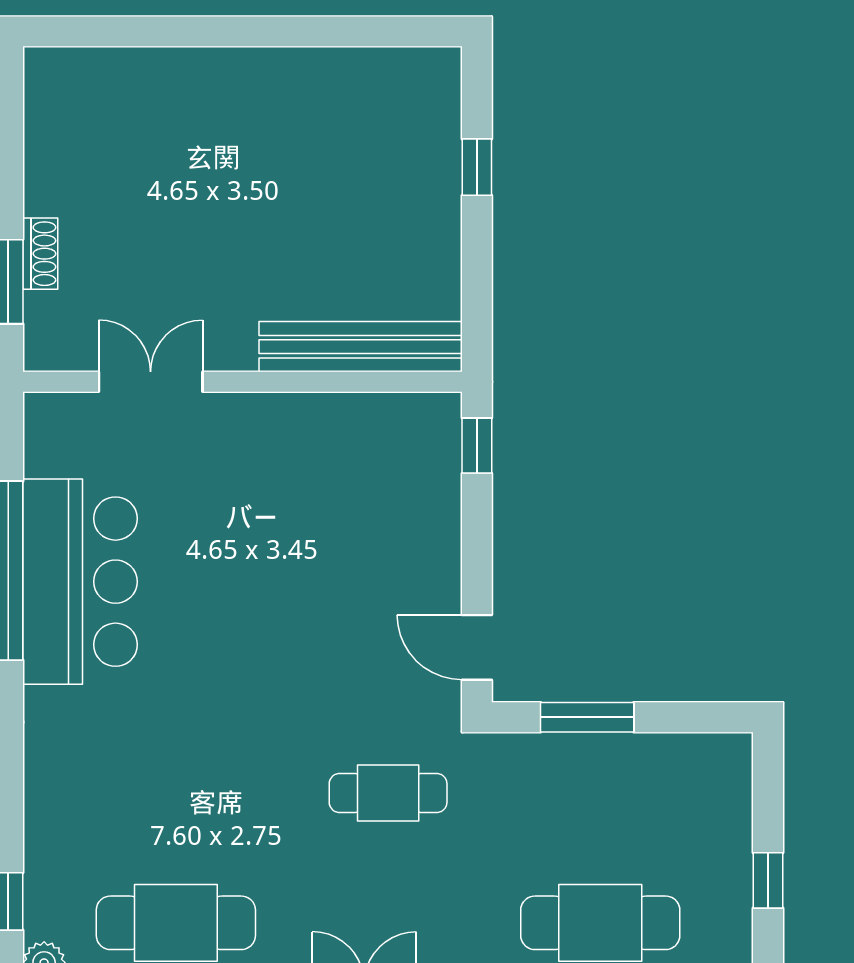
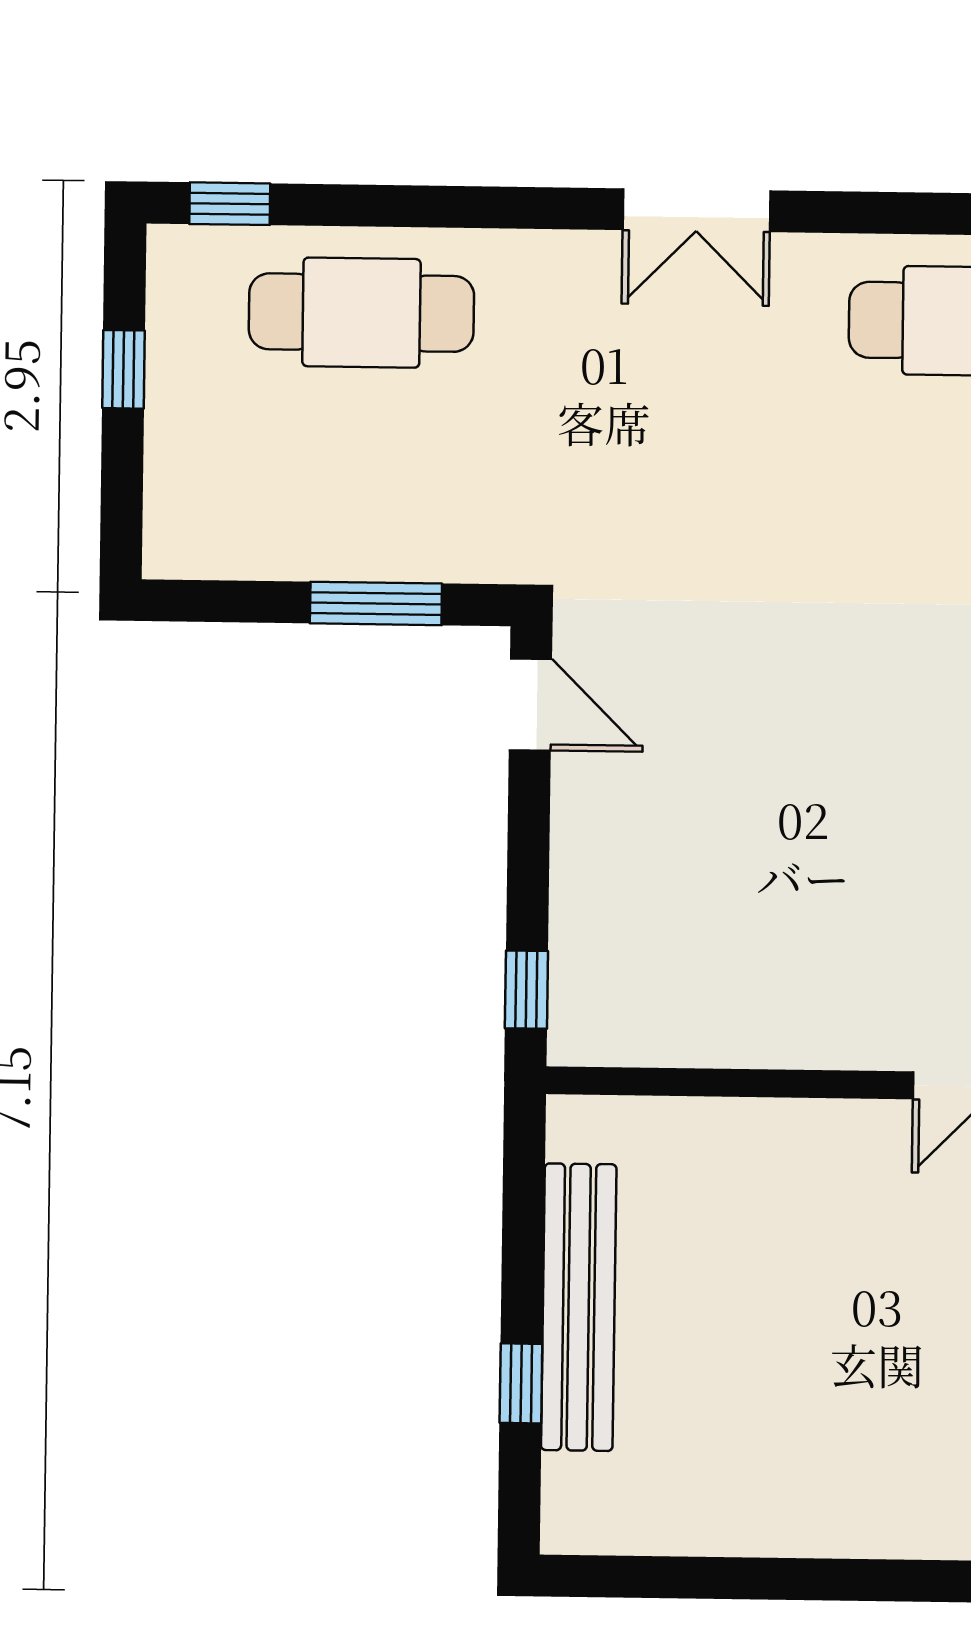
bench: (361, 347) -> (579, 1307), moved, turned 90
cafe table: (388, 793) -> (659, 500), removed

